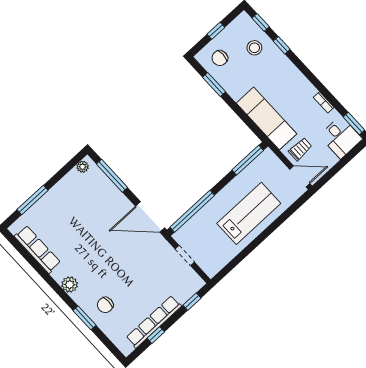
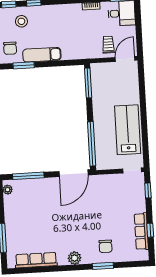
exam couch: (266, 118) -> (42, 55), moved, width x0.73, depth x0.69
lab bench: (249, 213) -> (128, 130), moved
doorway: (185, 255) -> (132, 170), moved
row of seats: (154, 322) -> (141, 231), width x0.73

